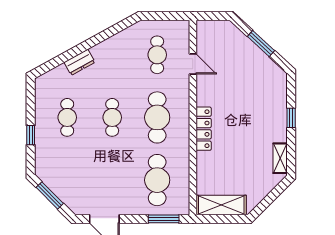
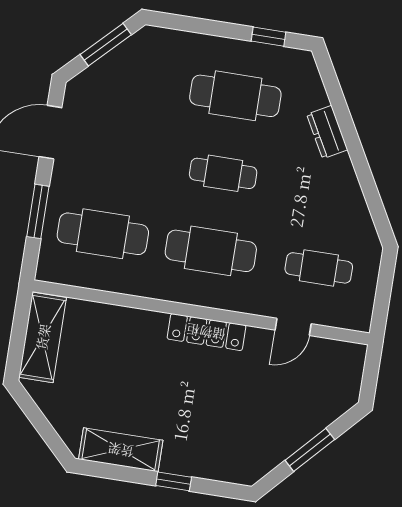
cafe table: (67, 117) -> (235, 96), width x1.37, depth x1.35
locker: (204, 129) -> (206, 332), moved
window: (31, 135) -> (269, 37), moved
shelving: (280, 158) -> (121, 450), width x1.50, depth x1.33
window: (164, 219) -> (38, 211), moved

